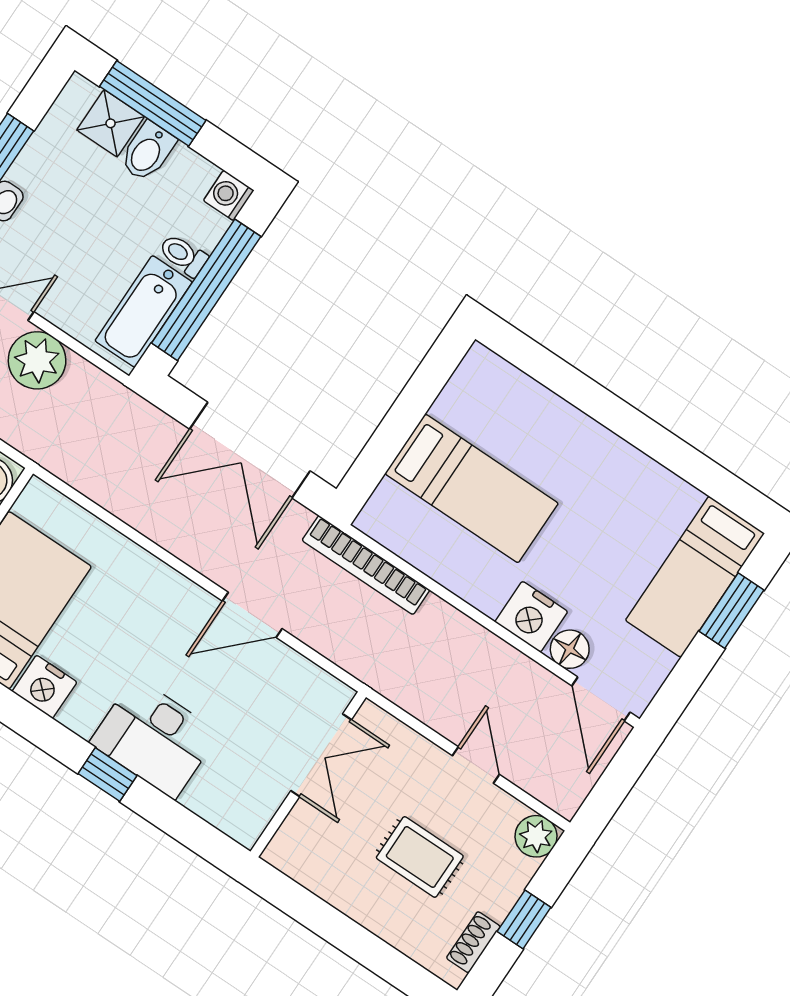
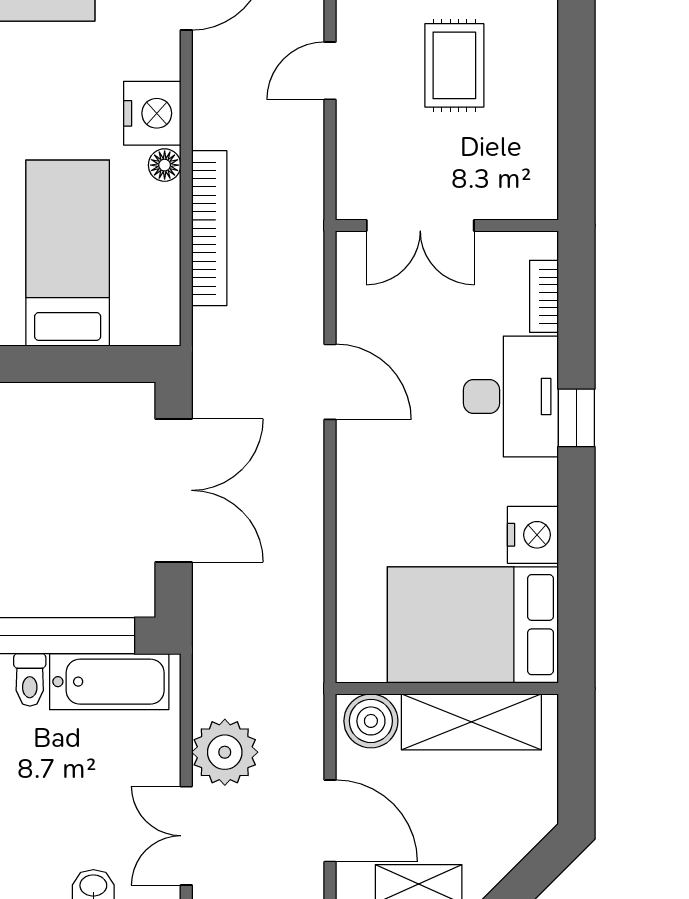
bookcase: (366, 565) -> (209, 228), moved
floor lamp: (570, 649) -> (165, 165), moved, width x0.73, depth x0.73
double door: (321, 755) -> (420, 226), swing flipped
bookcase: (210, 810) -> (544, 296), added

